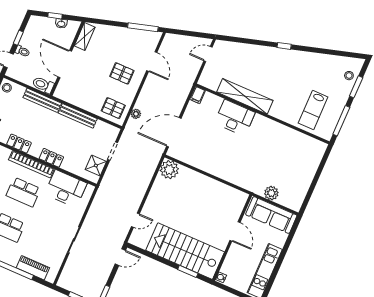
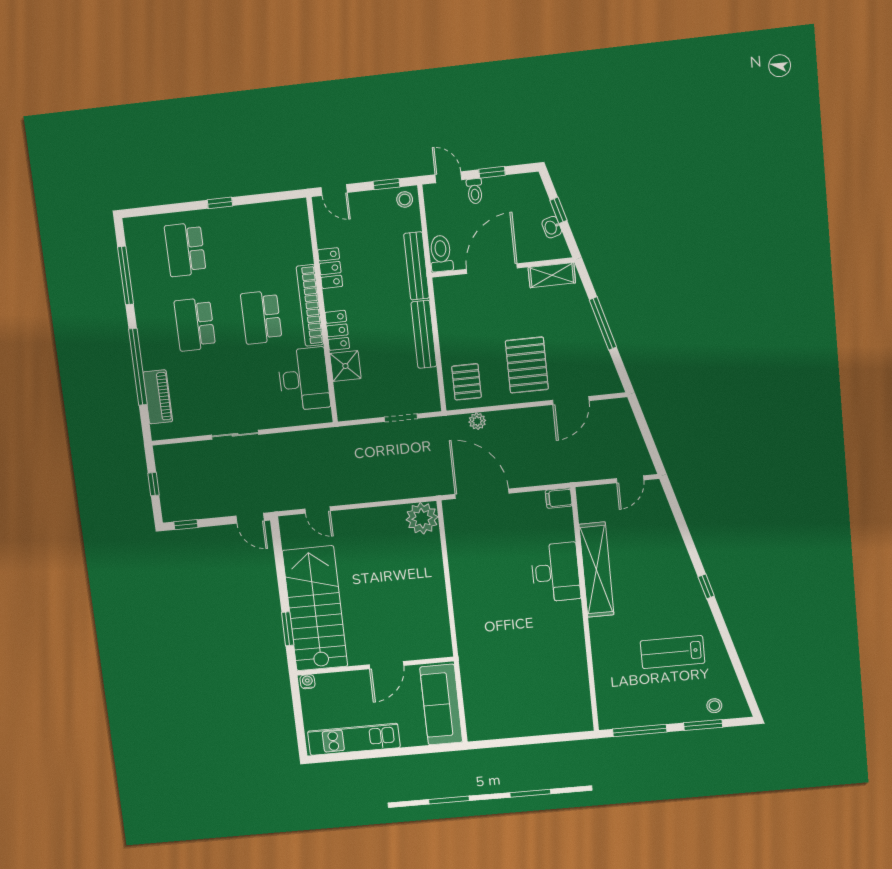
window: (143, 27) -> (603, 323), moved
door: (208, 54) -> (630, 479), swing flipped
pallet: (122, 73) -> (527, 365), width x1.50, depth x1.42
lab bench: (313, 110) -> (672, 652), moved
shower: (96, 166) -> (345, 366), moved
plant: (271, 193) -> (474, 687), removed

